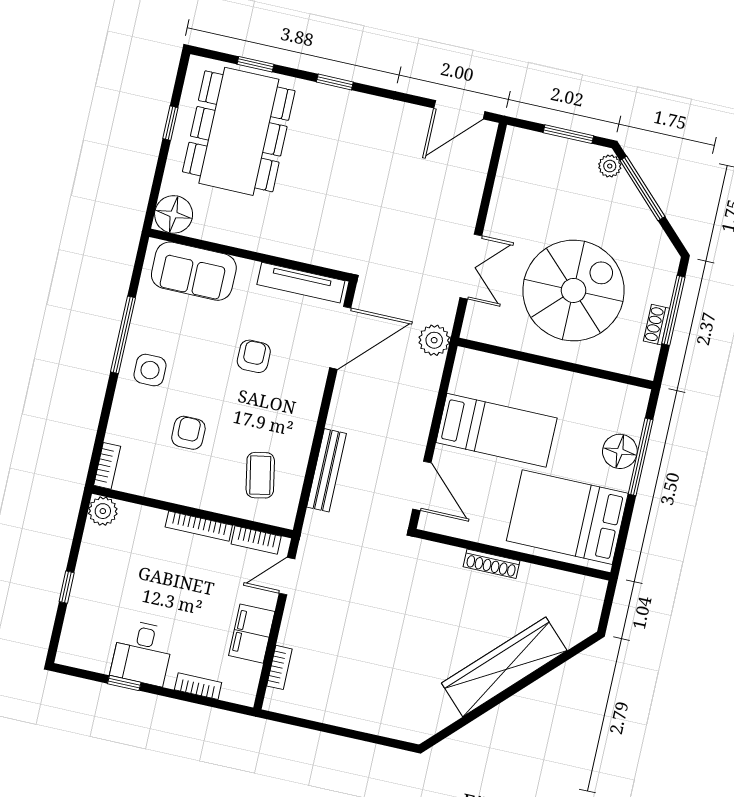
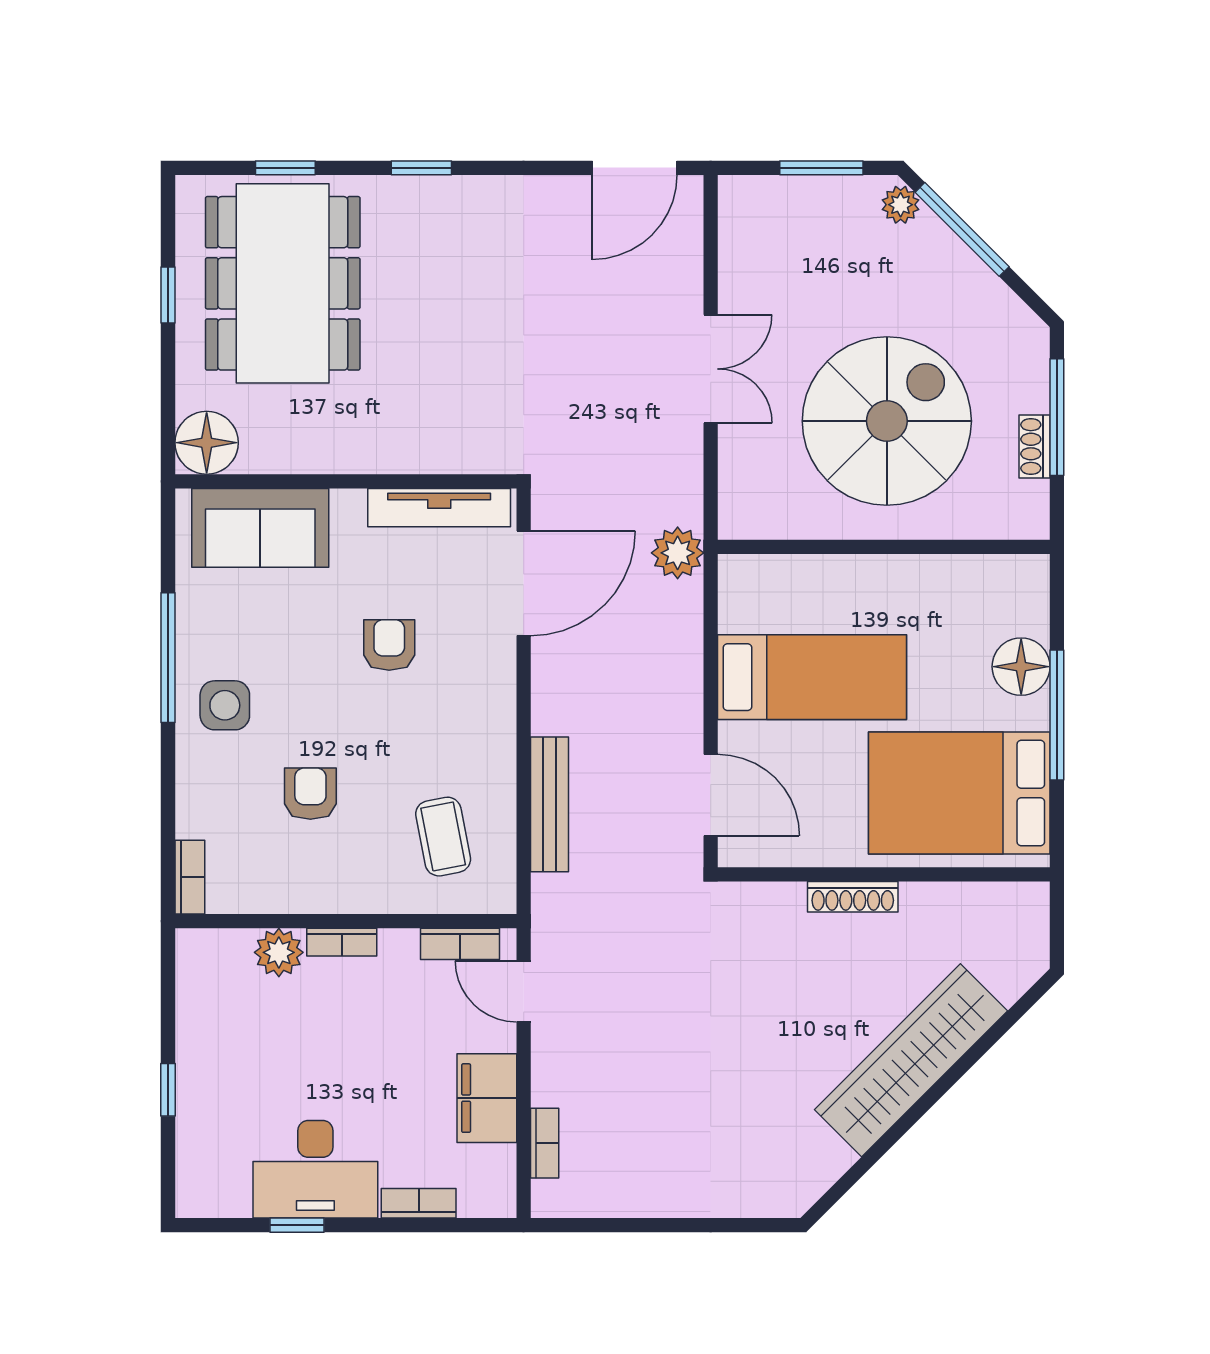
double door: (471, 267) -> (711, 369), moved
window: (641, 457) -> (1057, 715), moved
plant: (103, 511) -> (279, 952), moved
bookcase: (199, 526) -> (342, 942), width x0.64
door: (287, 576) -> (524, 992), hinge flipped
desk: (142, 653) -> (315, 1169), width x1.37

